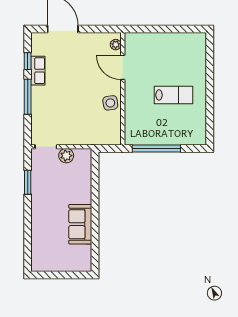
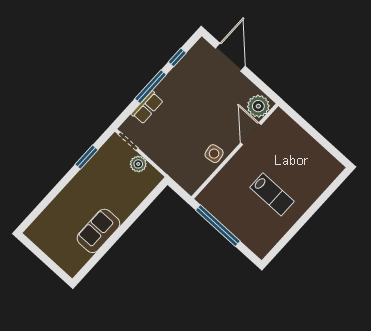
plant: (116, 45) -> (258, 106), width x1.87, depth x1.87
row of seats: (38, 71) -> (147, 107), moved

